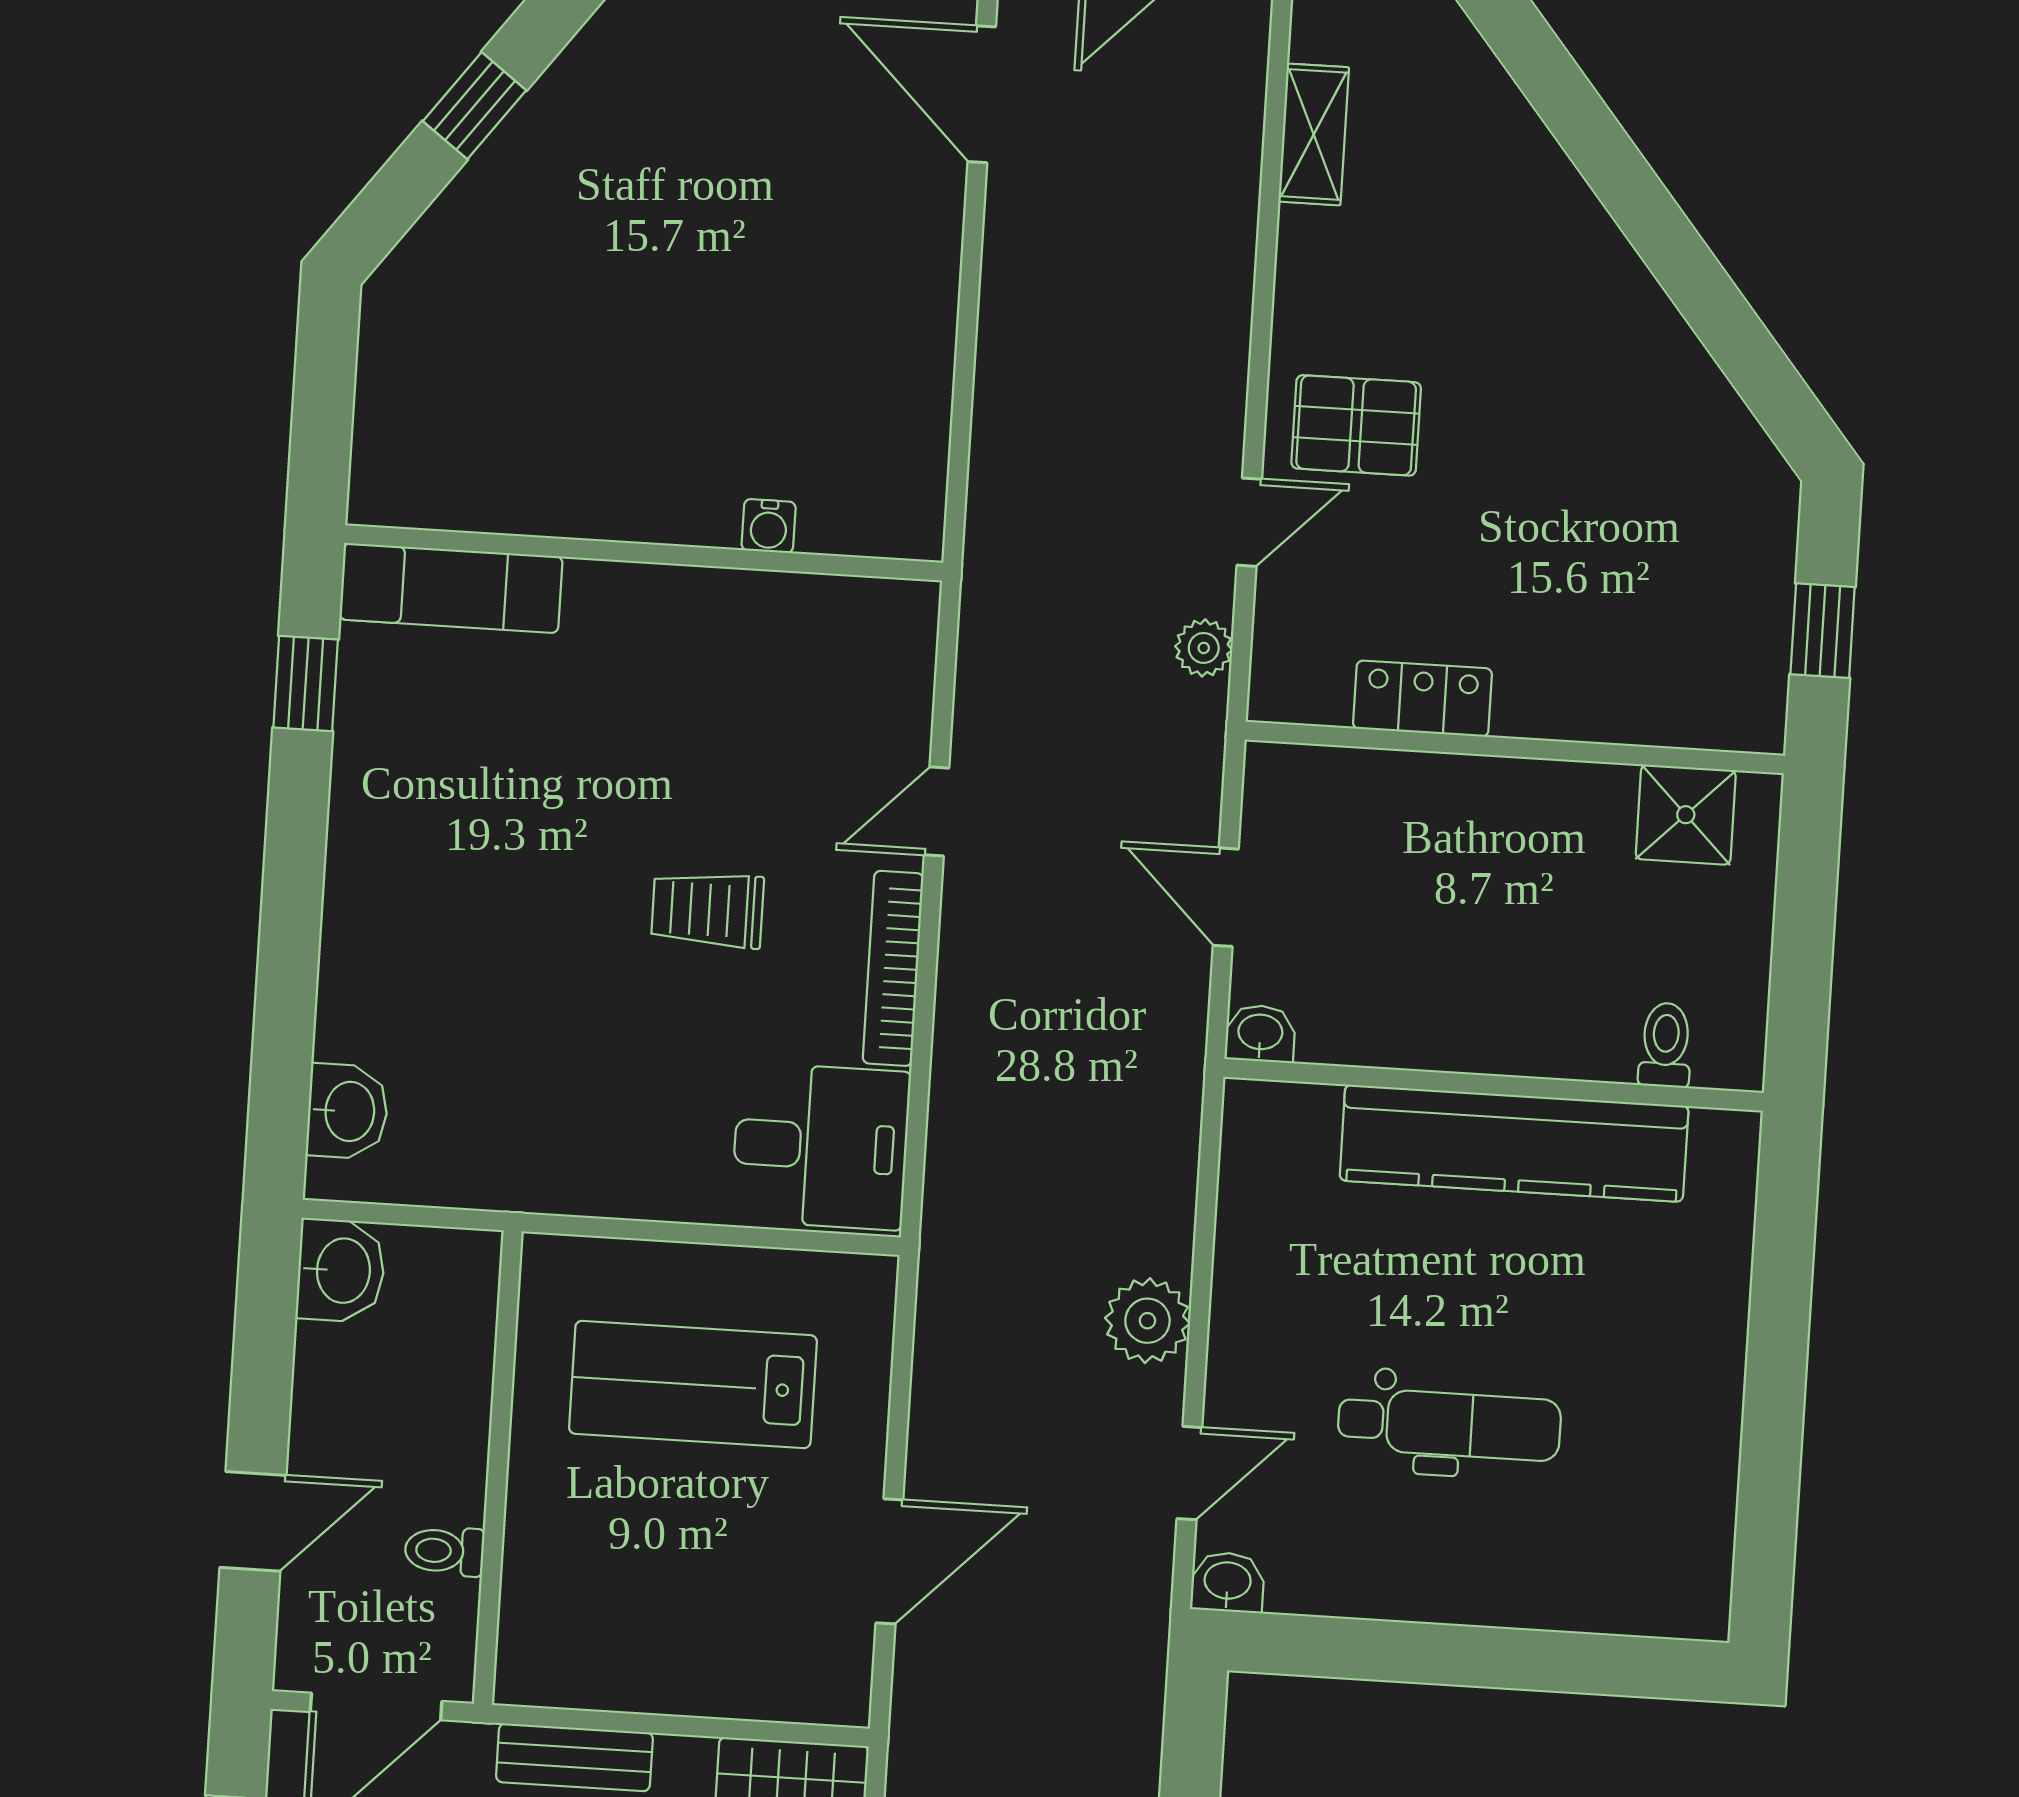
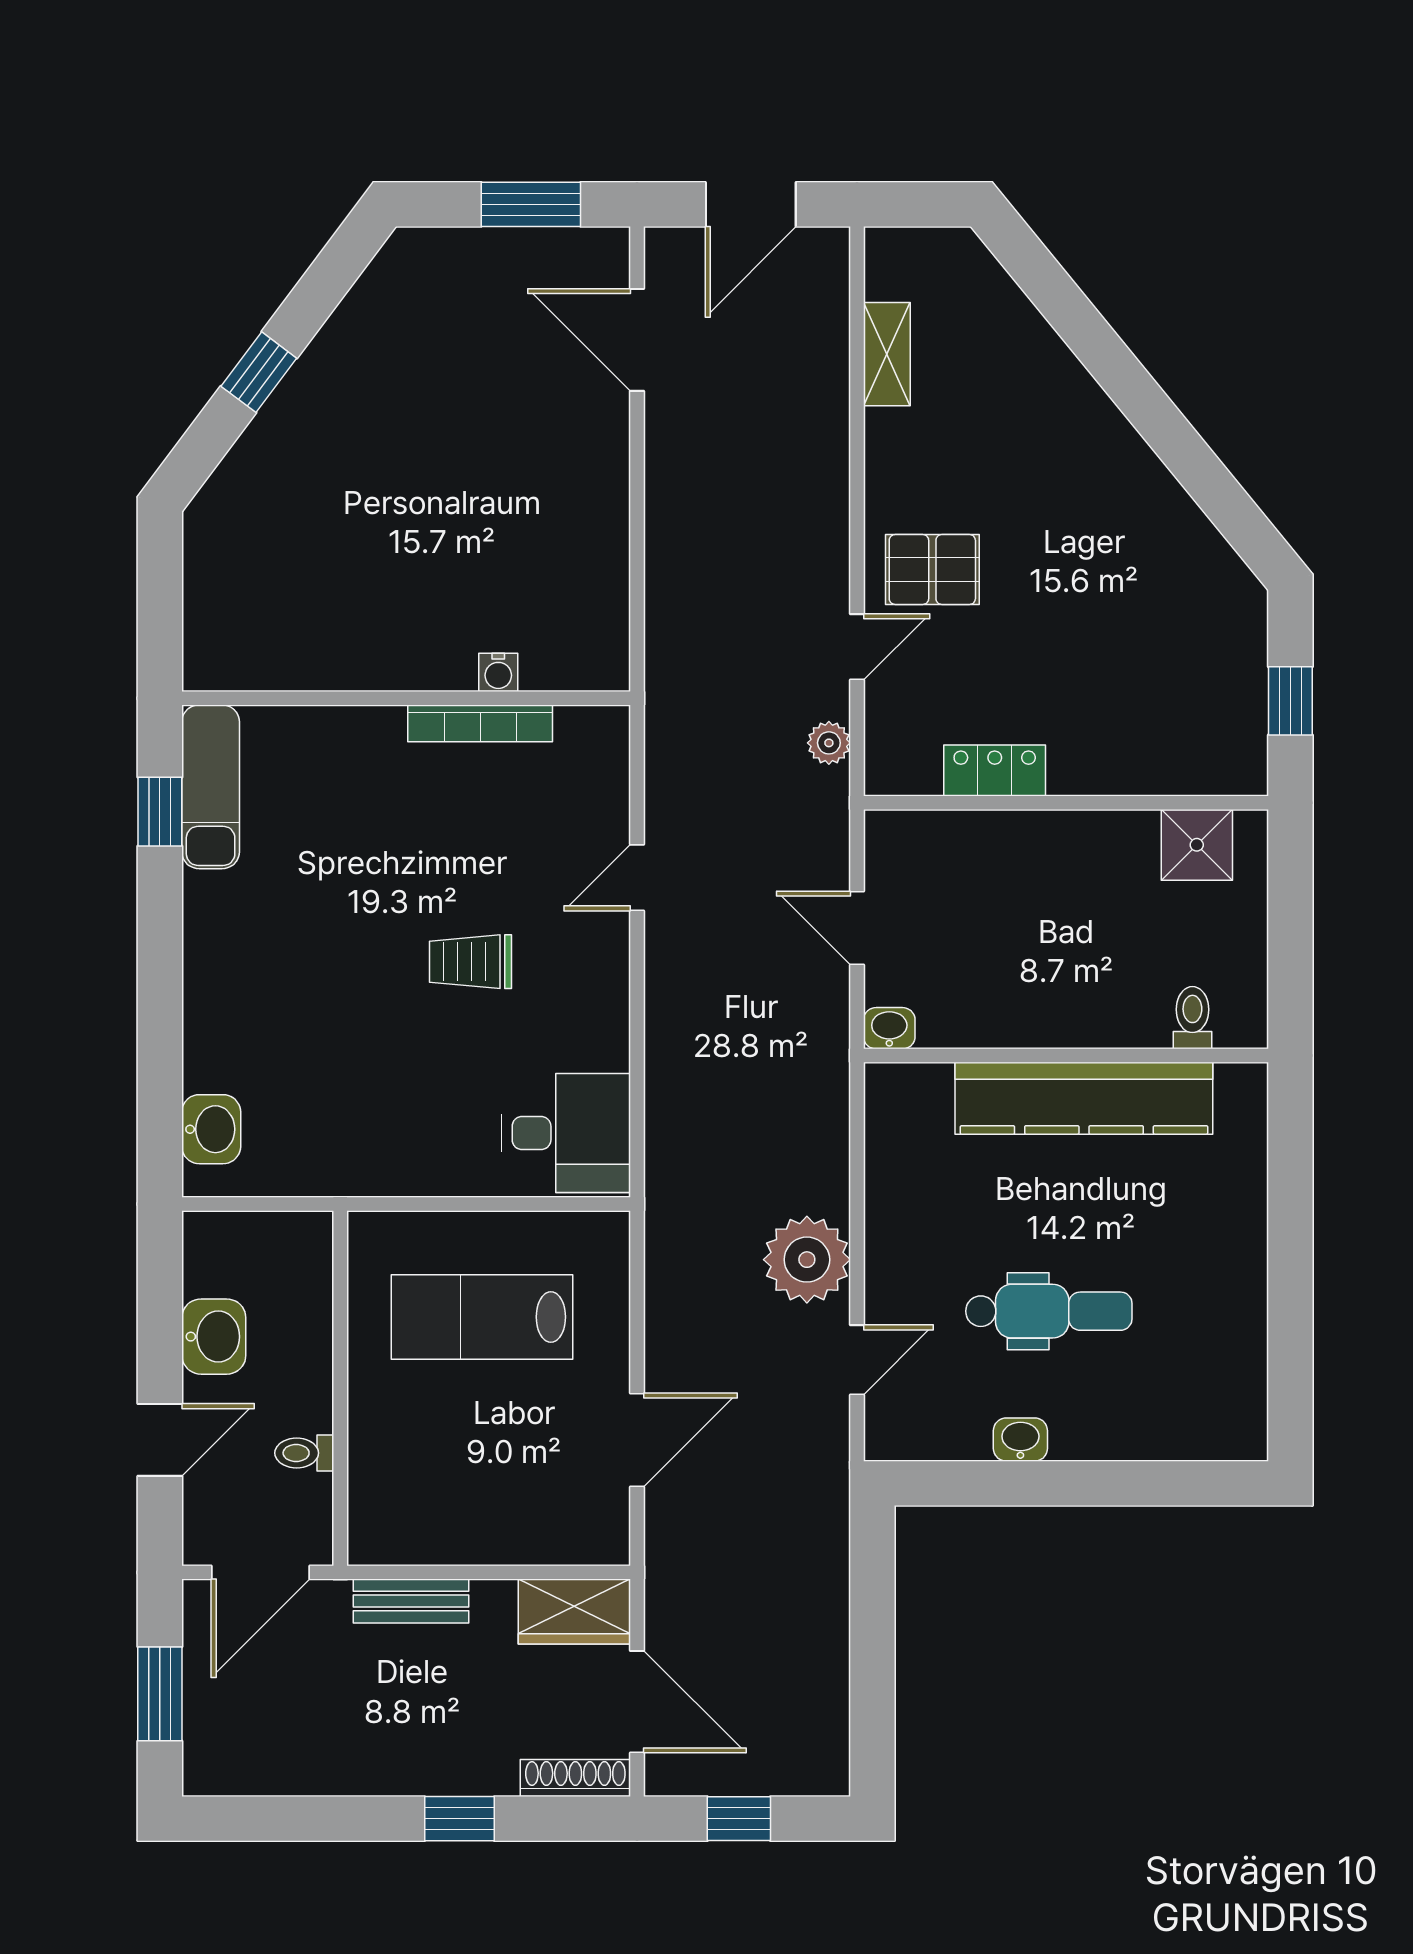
exam couch: (451, 588) -> (211, 787), moved, turned -90
bookcase: (893, 968) -> (480, 723), moved, turned -90
washbasin: (341, 1270) -> (214, 1337), moved
plant: (1147, 1321) -> (807, 1260), width x1.36, depth x1.36
washbasin: (1227, 1582) -> (1020, 1440), moved

